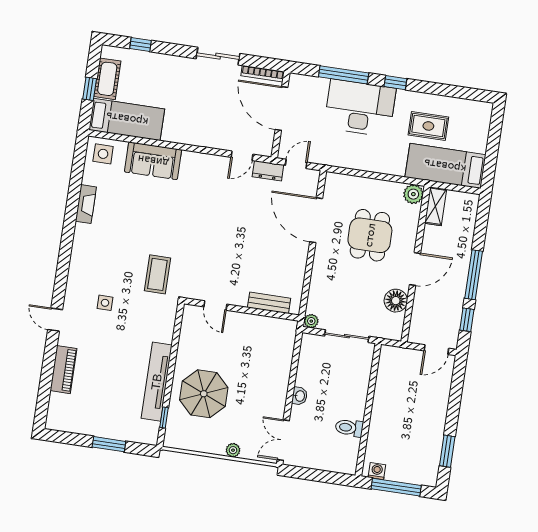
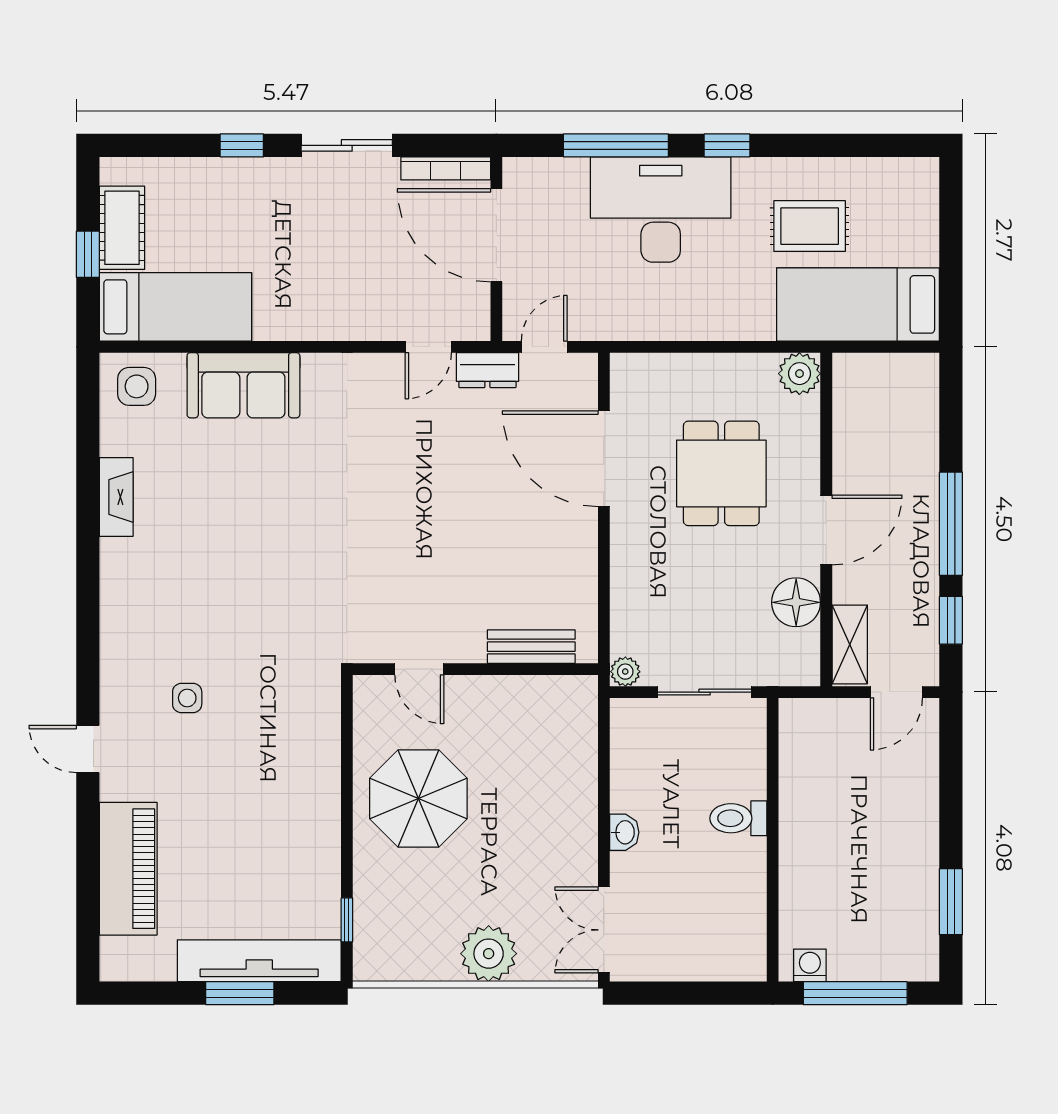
window: (140, 44) -> (242, 145), moved
shelving: (436, 206) -> (850, 644), moved
coffee table: (157, 274) -> (288, 622), removed
piano: (63, 370) -> (128, 869), width x1.37, depth x1.33
tv unit: (157, 382) -> (259, 961), moved, turned 90
parasol: (204, 394) -> (418, 798), moved
toilet: (349, 428) -> (738, 818), moved
plant: (233, 450) -> (489, 954), width x1.88, depth x1.88

